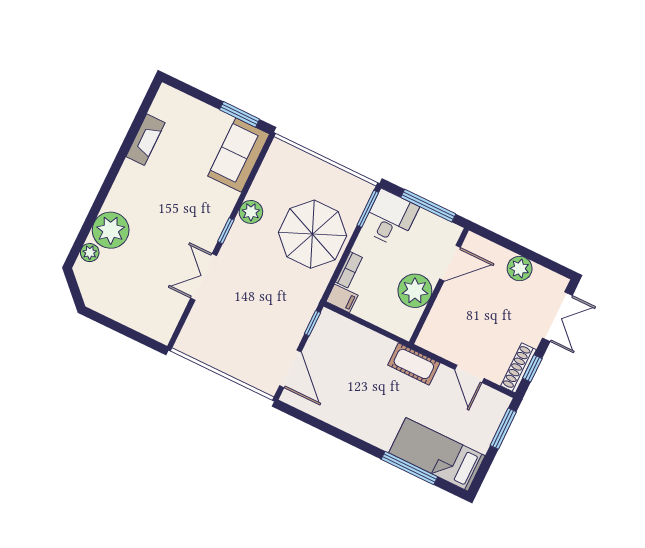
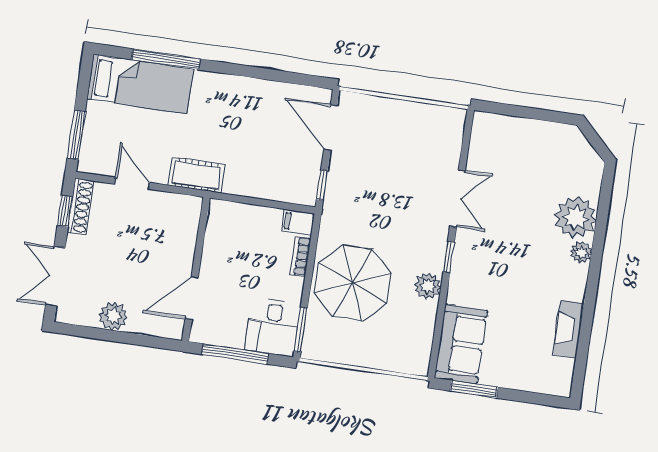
plant: (90, 253) -> (581, 252), moved
plant: (415, 291) -> (221, 256), removed

